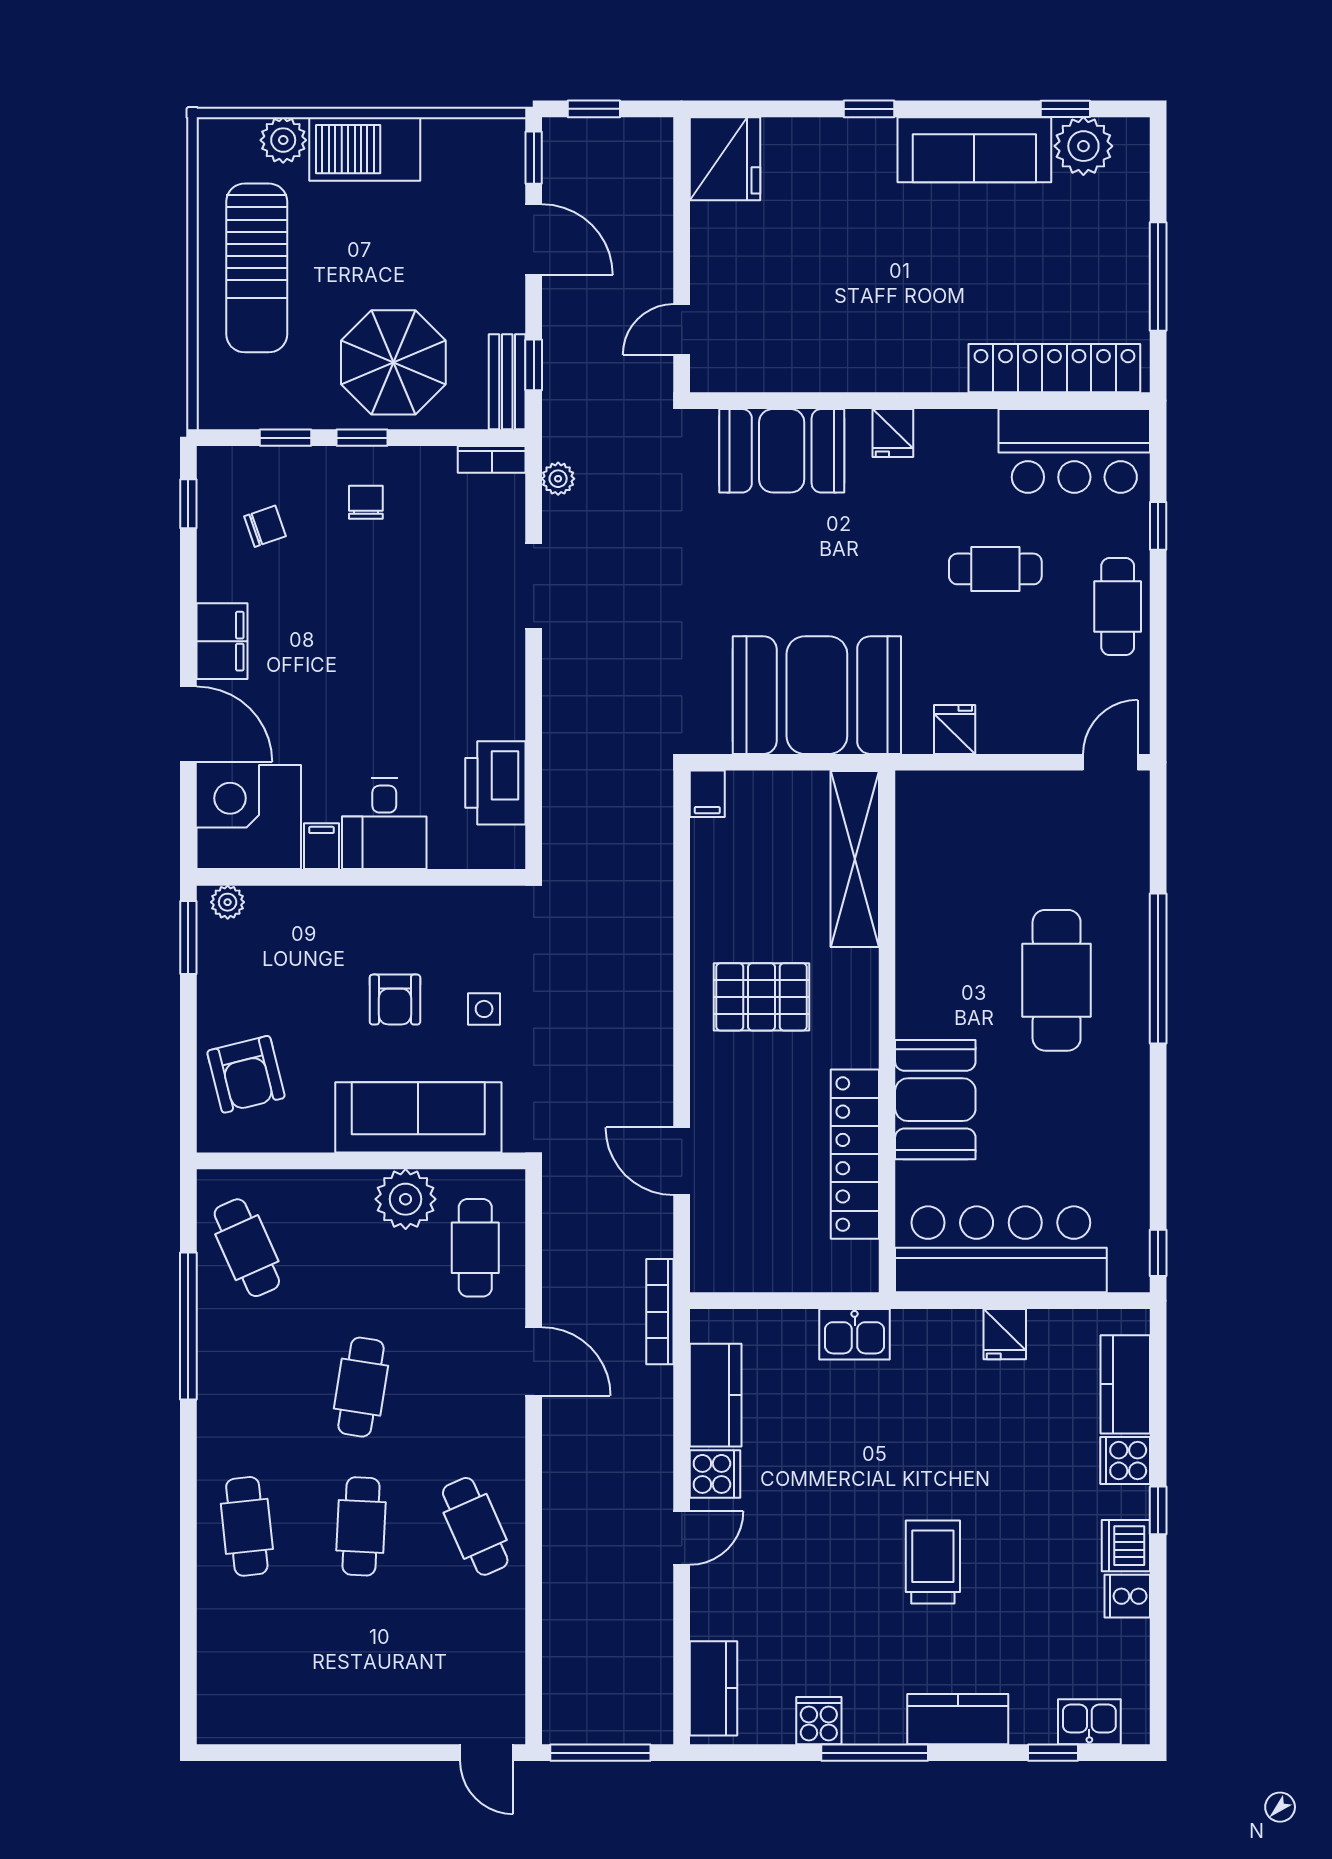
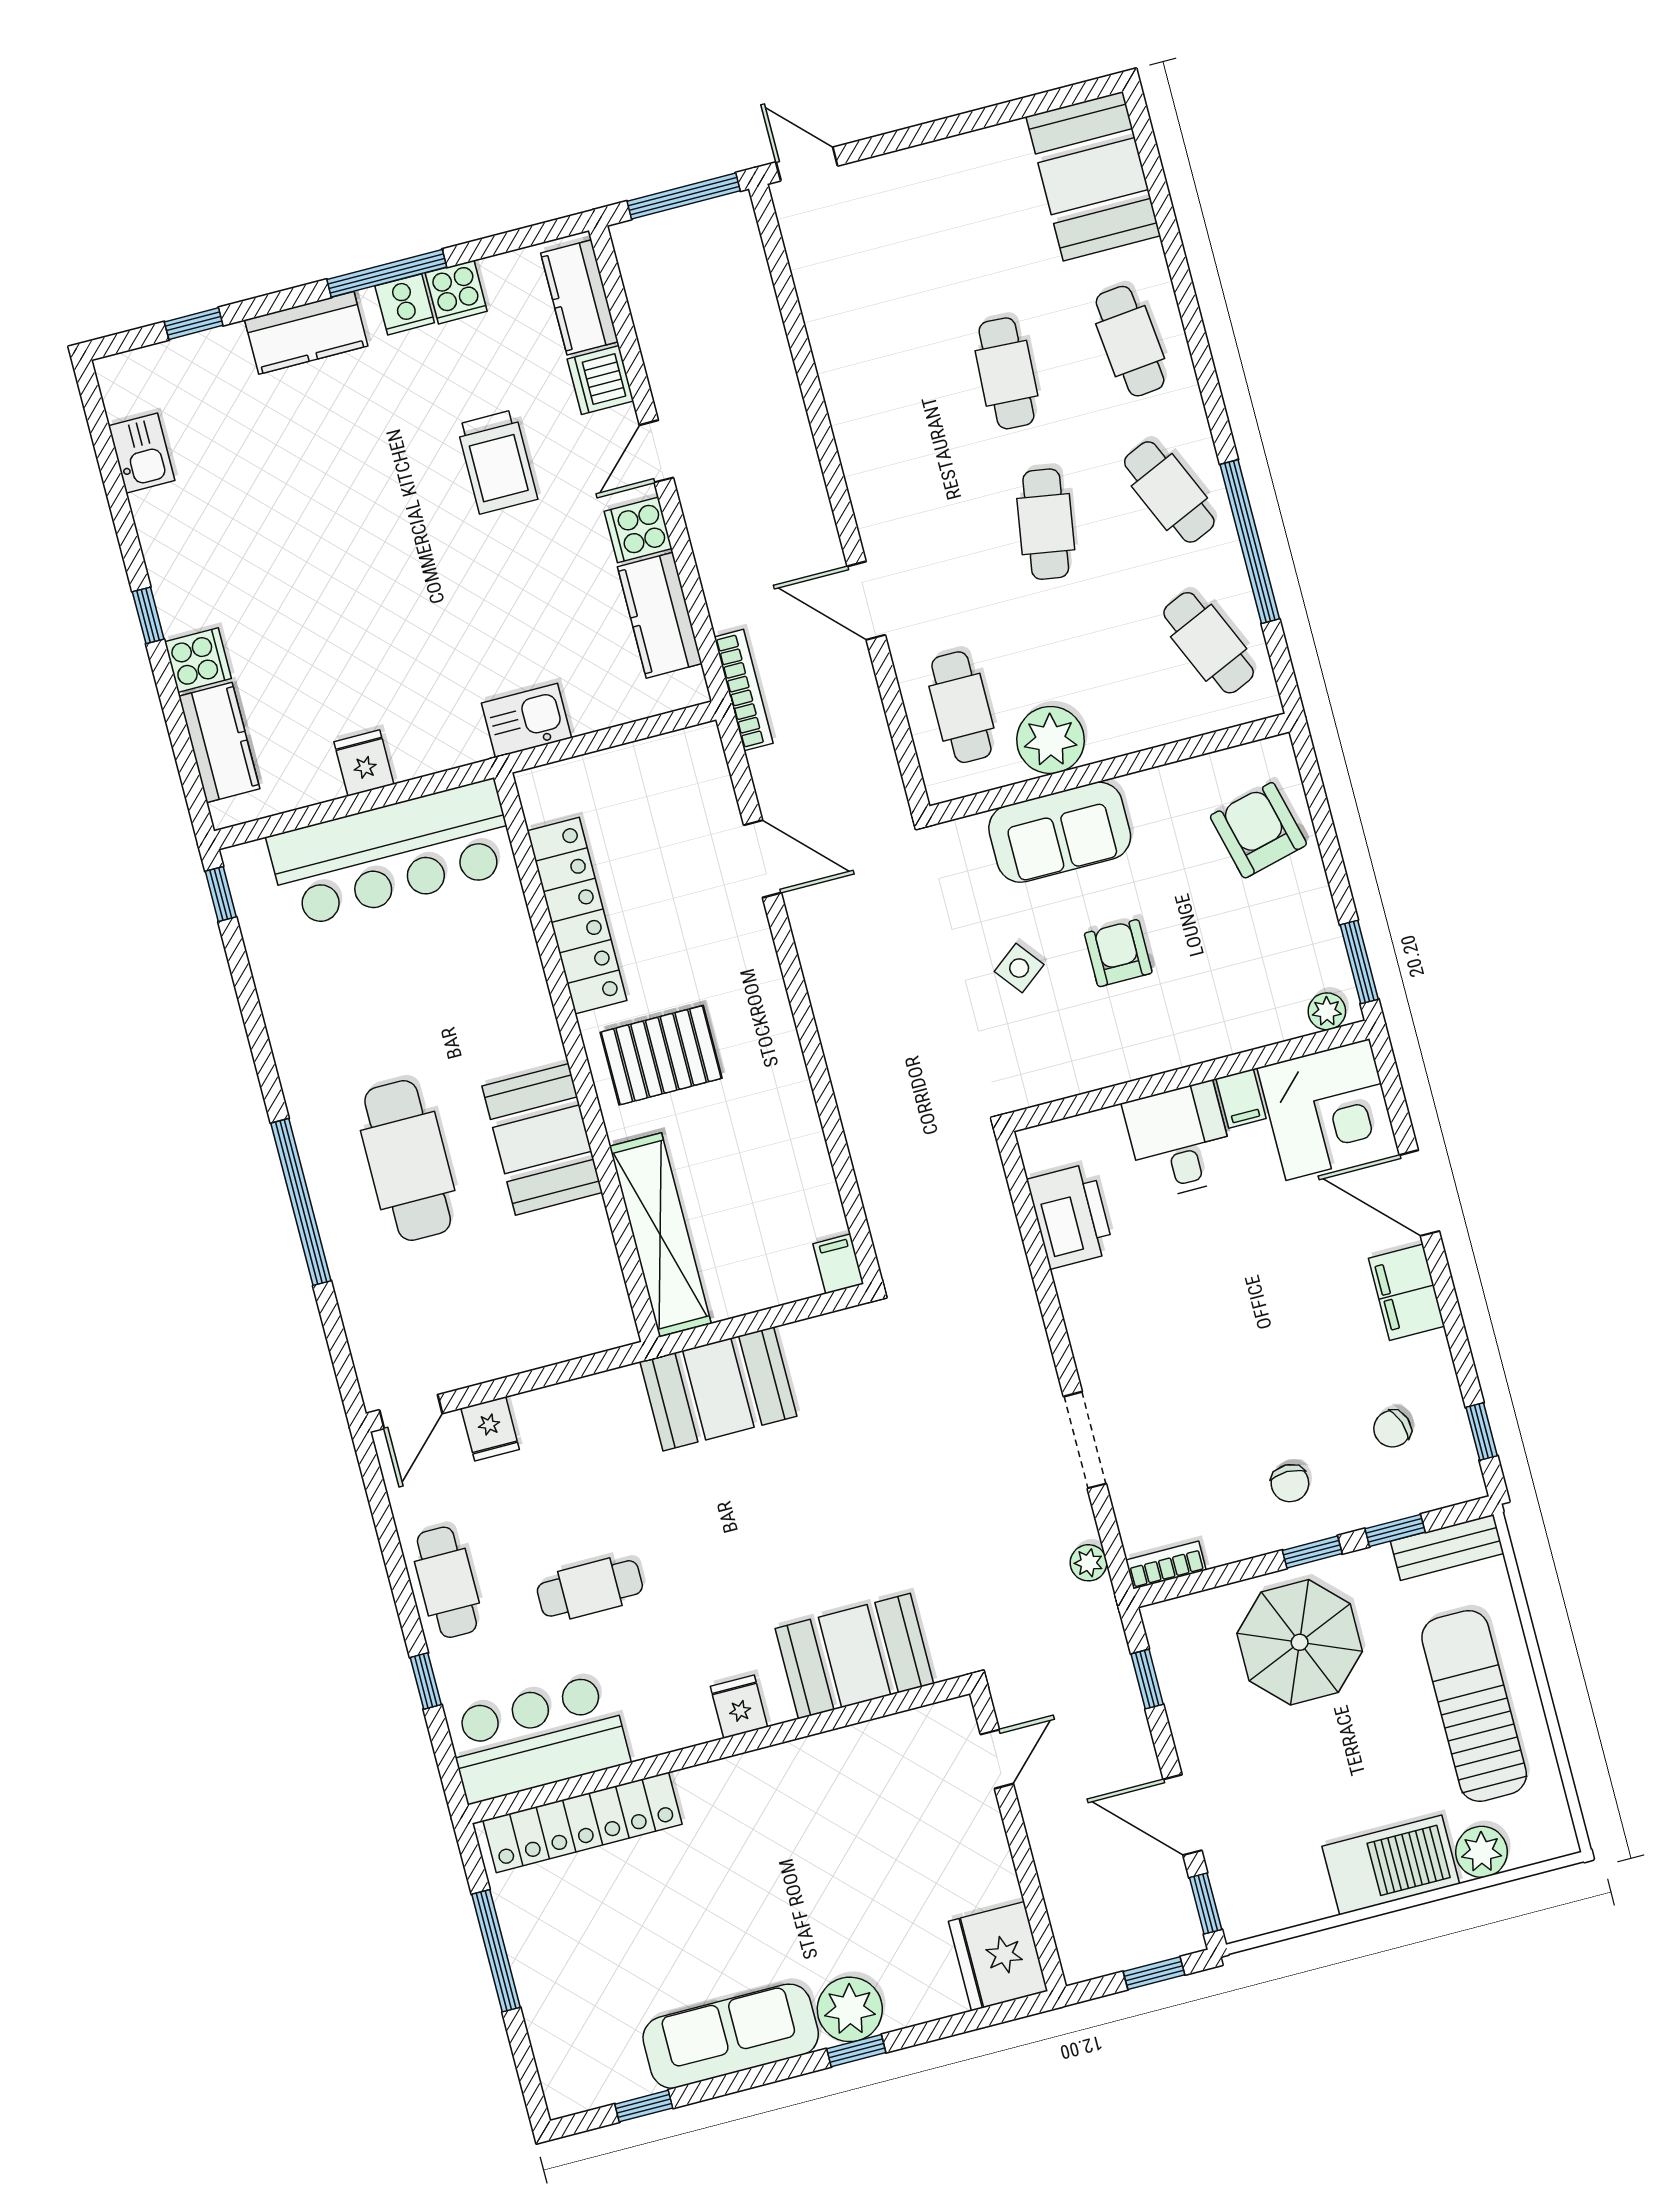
plant: (1083, 146) -> (850, 2009), moved
bench: (507, 382) -> (1447, 1547), moved, turned 90
booth: (817, 695) -> (718, 1389), width x0.73, depth x0.70
fridge: (955, 730) -> (490, 1429), moved
pallet: (762, 997) -> (661, 1055), moved
side table: (484, 1009) -> (1019, 968), turned -38
booth: (935, 1100) -> (542, 1139), moved
sofa: (418, 1117) -> (1060, 832), width x0.73
cafe table: (475, 1526) -> (1169, 492), moved
dishwasher: (1126, 1546) -> (600, 380), moved, turned 180
trolley: (933, 1562) -> (497, 462), moved
cooker: (1127, 1596) -> (405, 304), moved, turned 90
booth: (242, 1678) -> (1093, 176), added
kitchen sink: (1089, 1722) -> (142, 453), moved, turned -90

